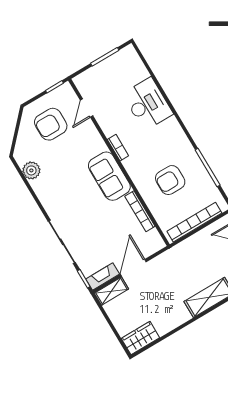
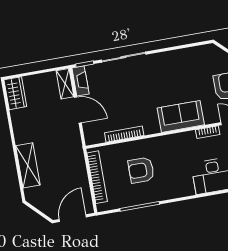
bookcase: (118, 148) -> (208, 132), moved
plant: (31, 170) -> (195, 54), removed
sofa: (109, 176) -> (181, 116), moved
armchair: (170, 180) -> (141, 170), turned -90

